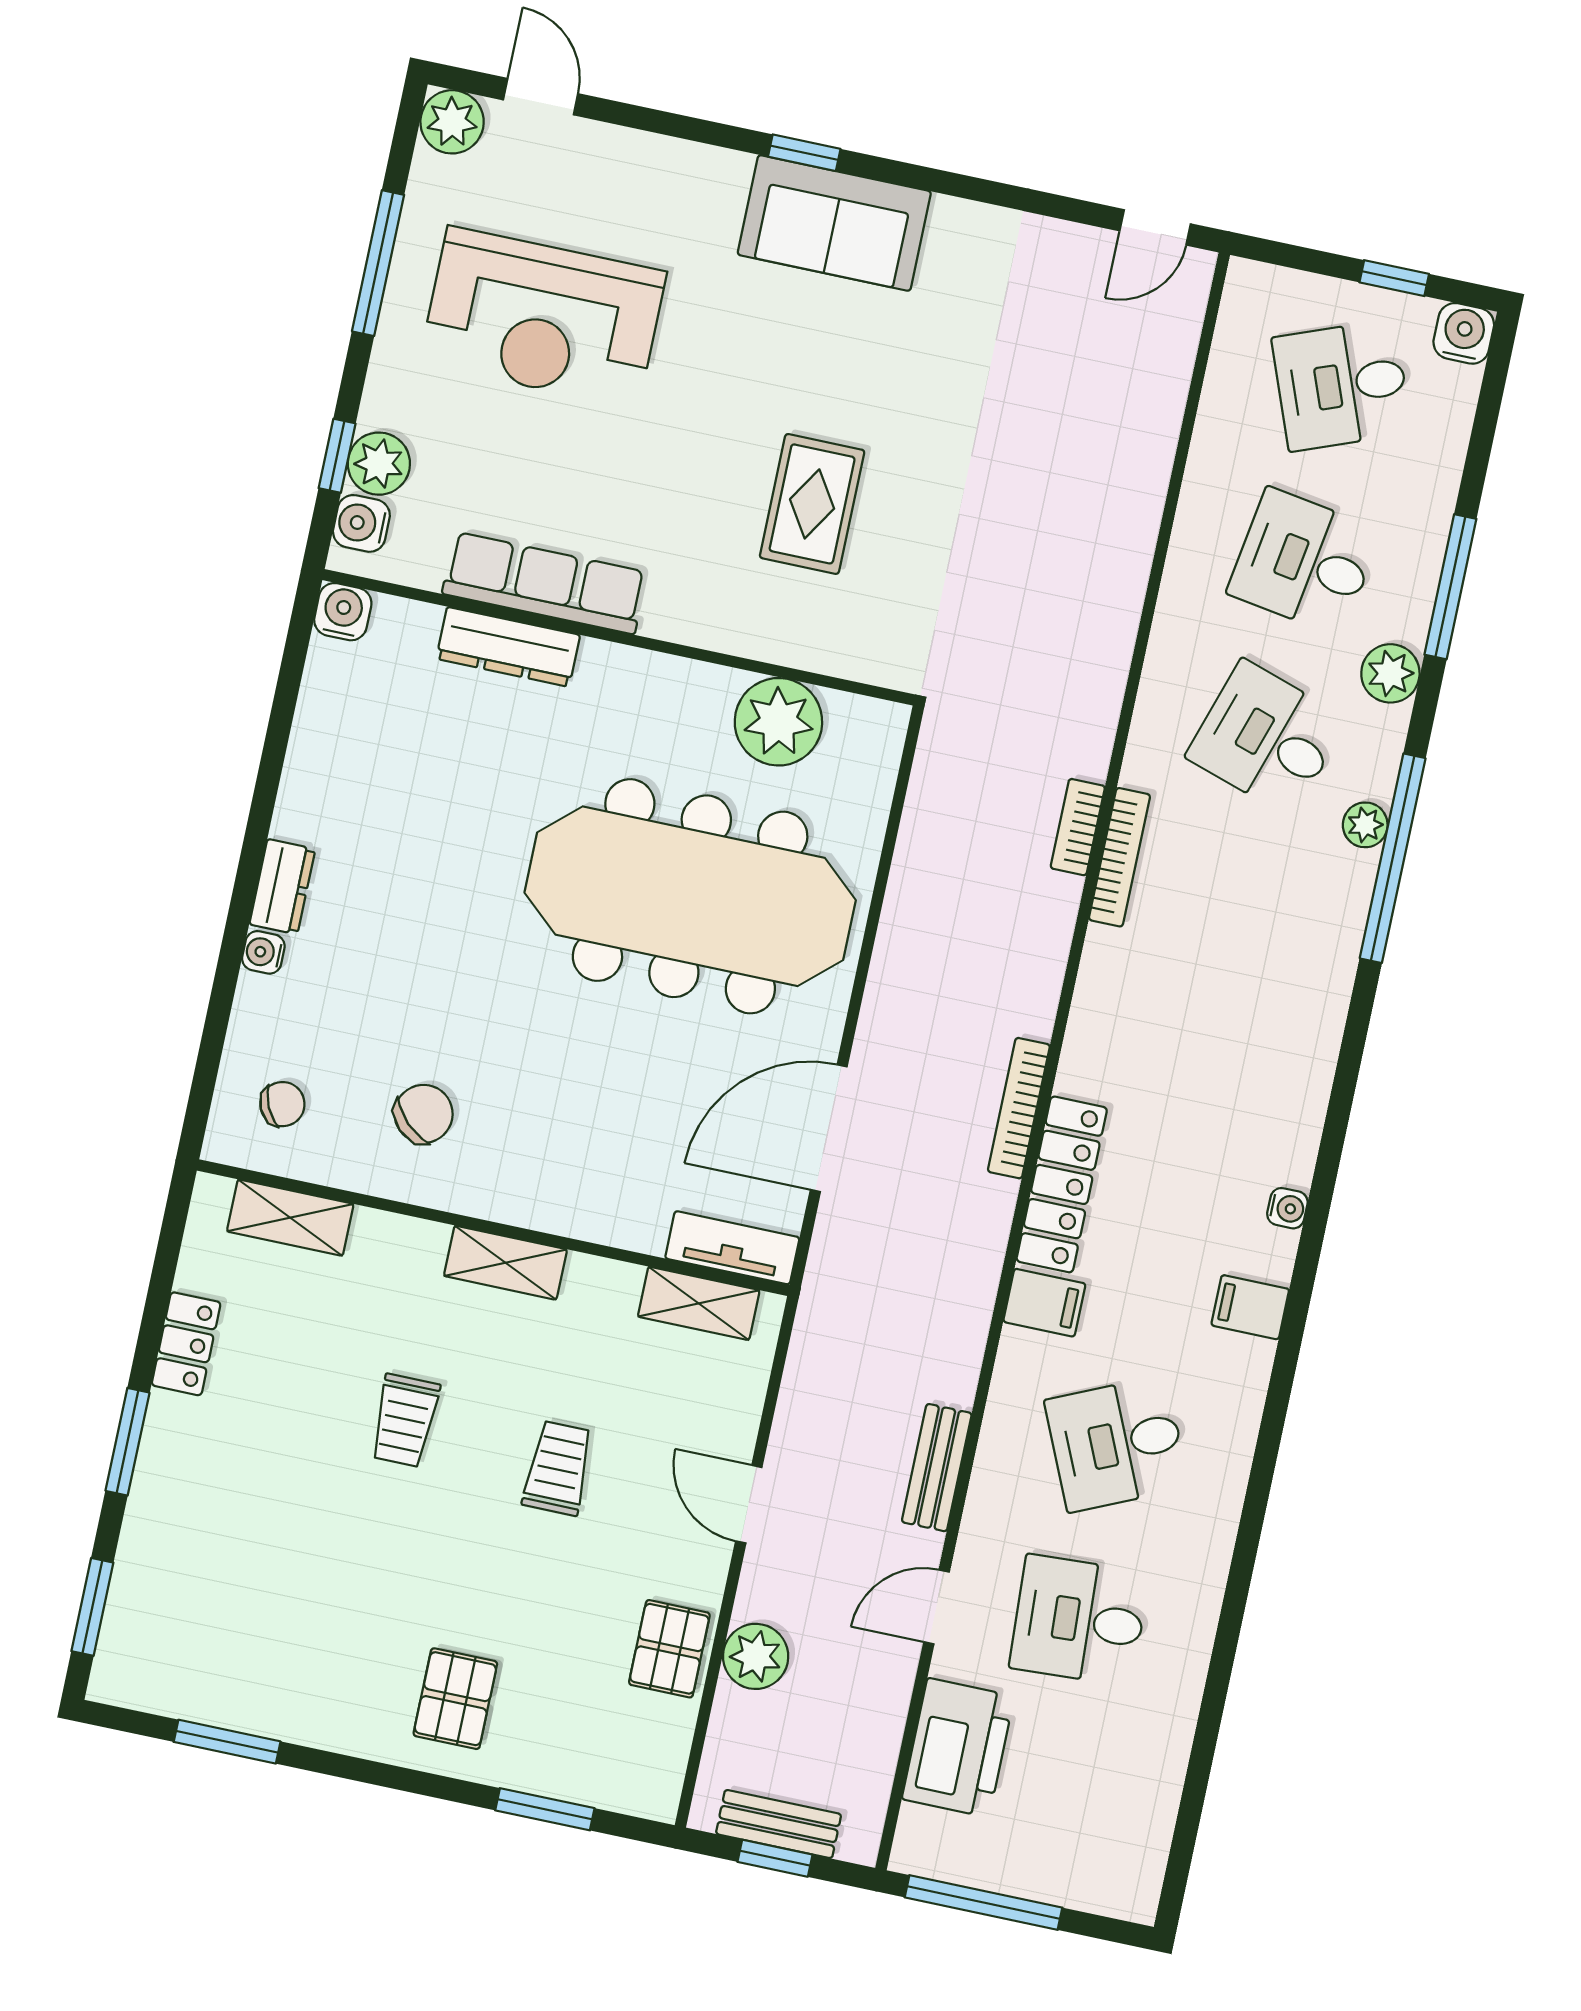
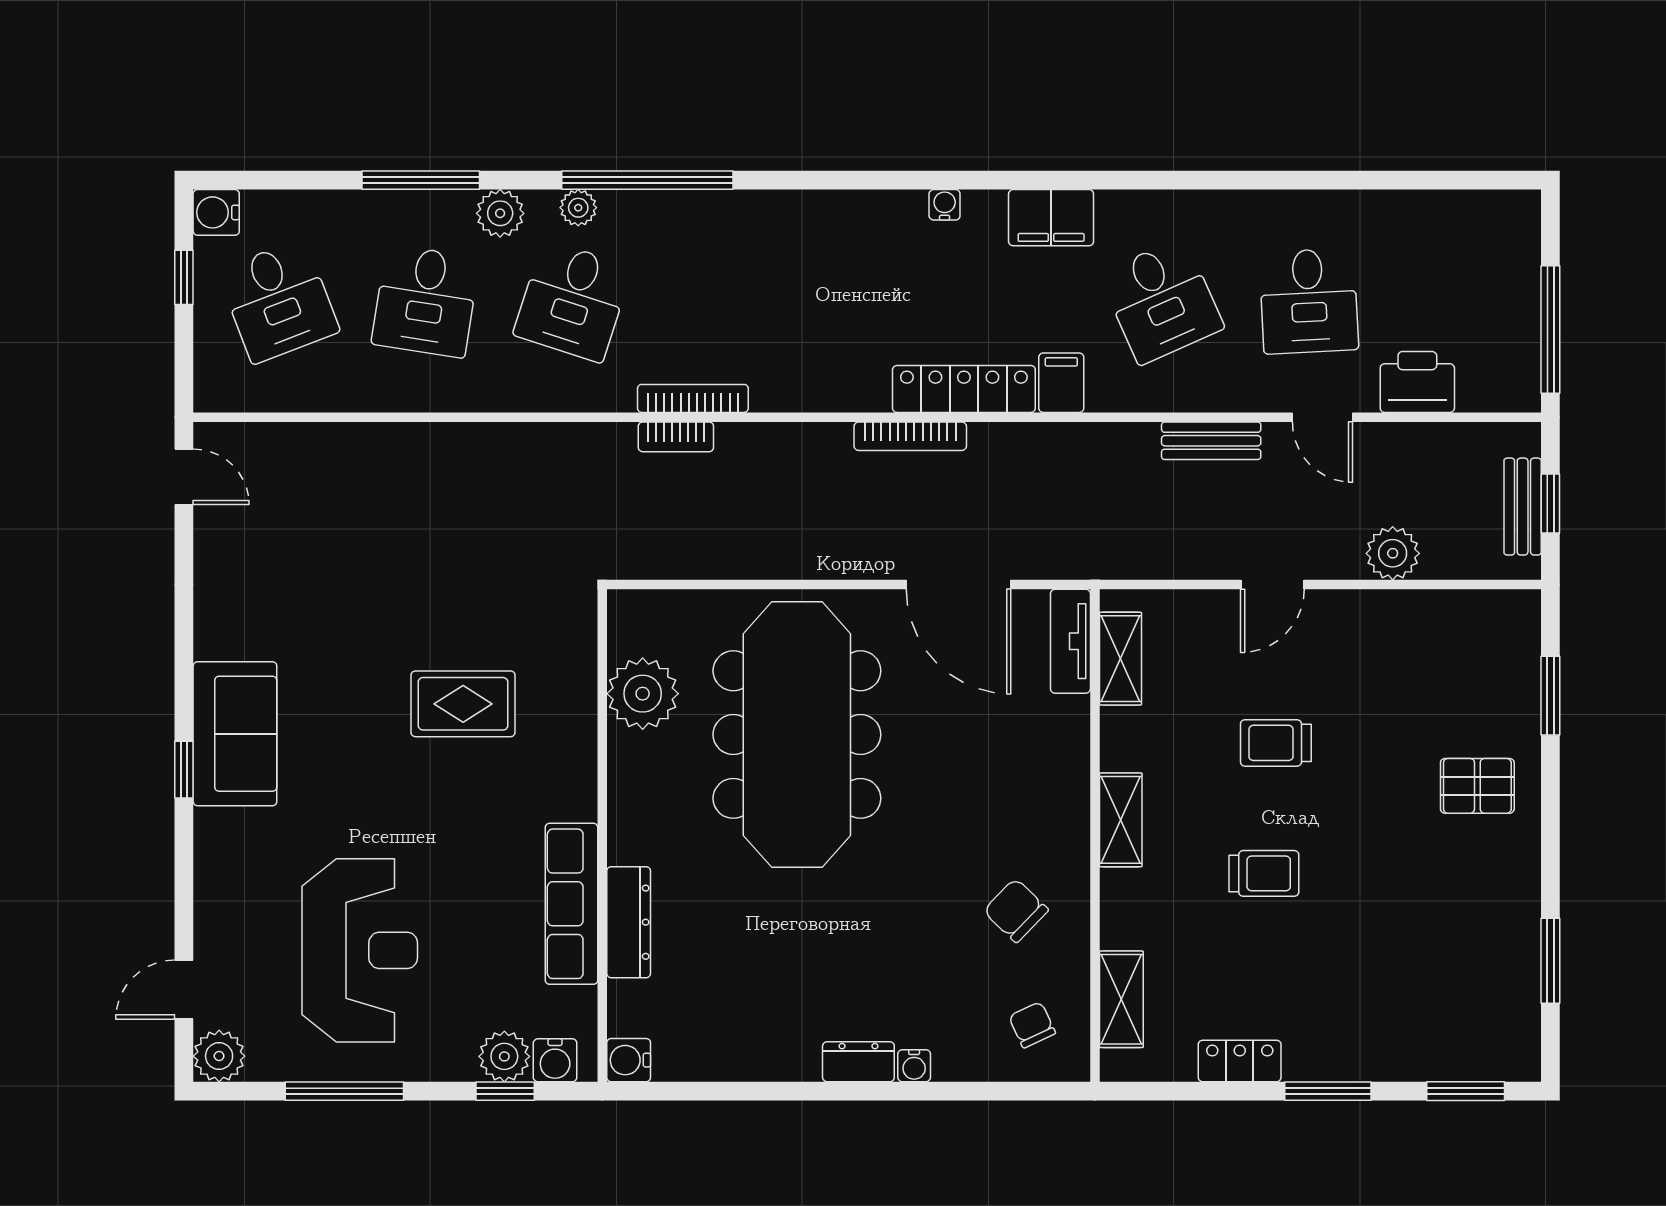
plant: (1365, 825) -> (578, 208), moved
filing cabinet: (1250, 1307) -> (1051, 218), width x2.00
pallet: (669, 1649) -> (1401, 623), removed
printer: (958, 1748) -> (1417, 382), width x0.73, depth x0.84

